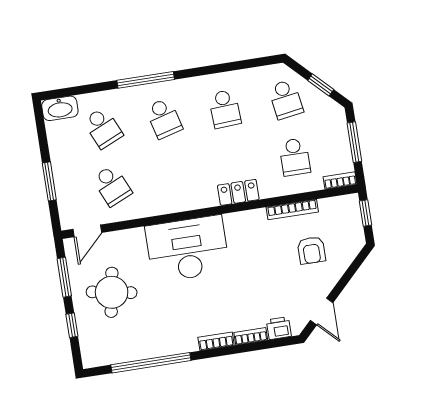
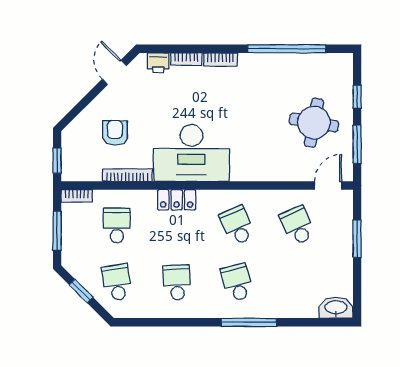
school desk: (103, 128) -> (237, 225), moved
desk: (187, 249) -> (192, 153), moved

